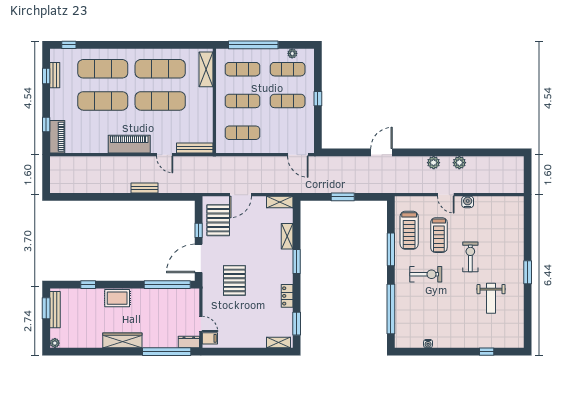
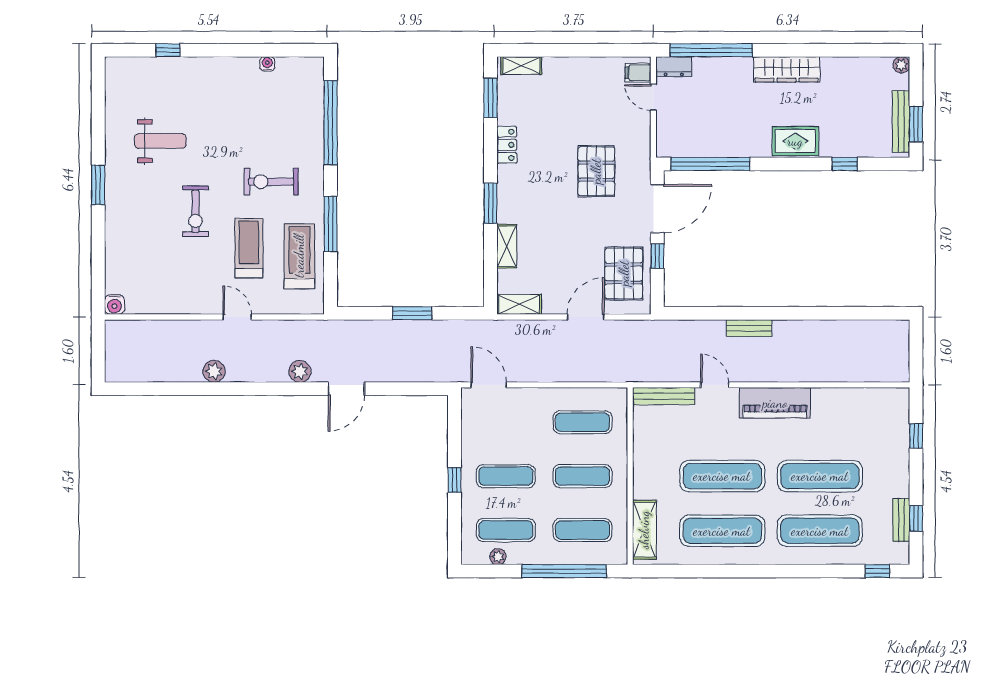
piano: (57, 137) -> (897, 415), removed
plant: (434, 163) -> (300, 371), moved
water cooler: (468, 202) -> (114, 305), moved
weight bench: (491, 298) -> (160, 141), turned 90

